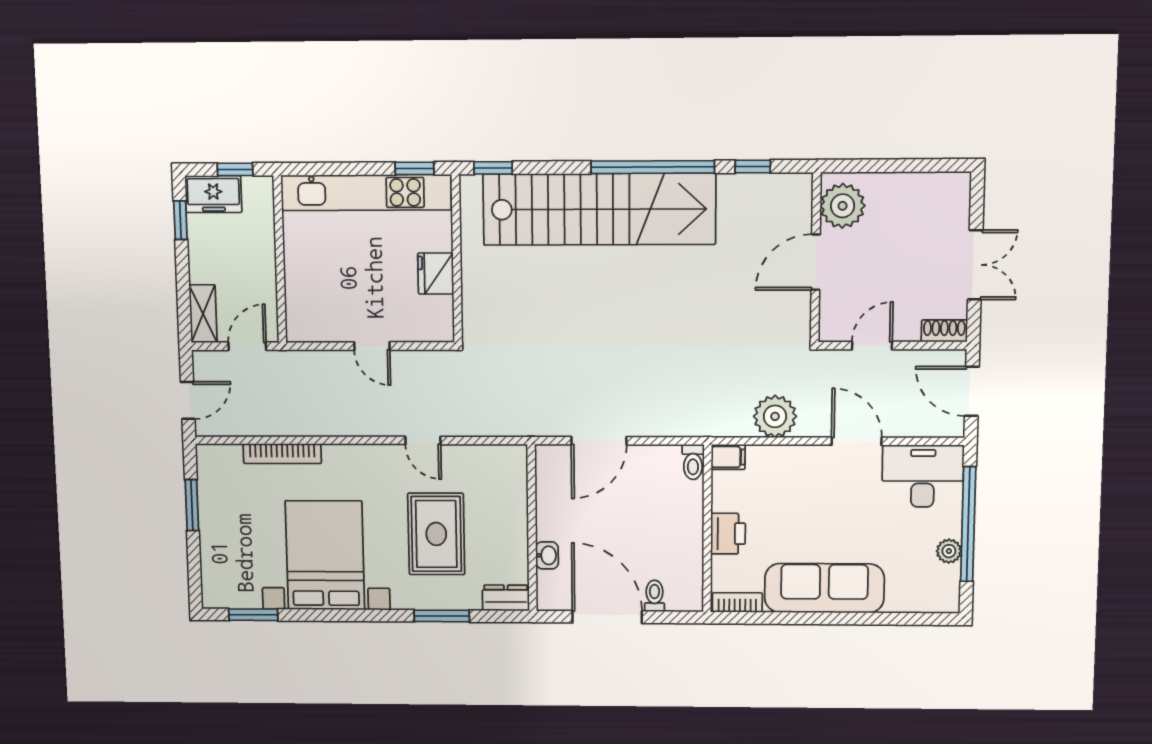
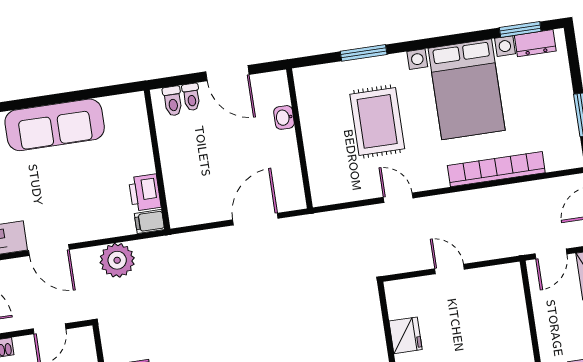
bookcase: (282, 454) -> (496, 169), width x1.48, depth x1.31
toilet: (693, 462) -> (173, 101), moved, turned 180
printer: (728, 534) -> (145, 193), moved
dresser: (506, 598) -> (535, 43), moved
bookcase: (737, 602) -> (123, 102), removed
door: (607, 617) -> (227, 73), width x0.73

